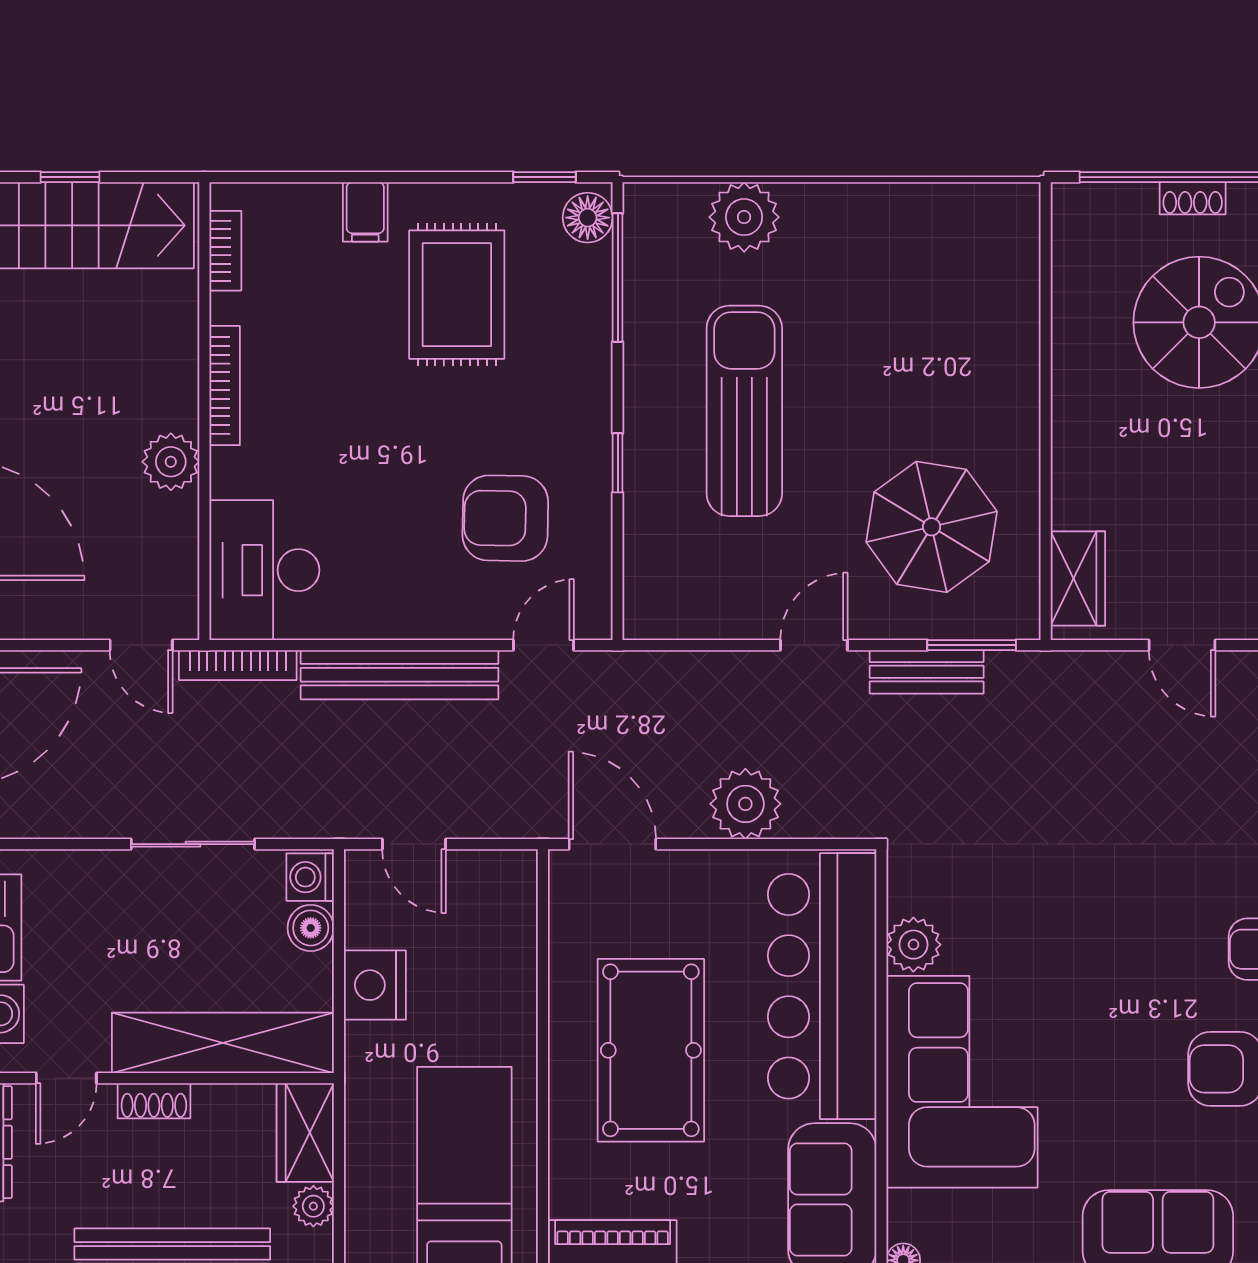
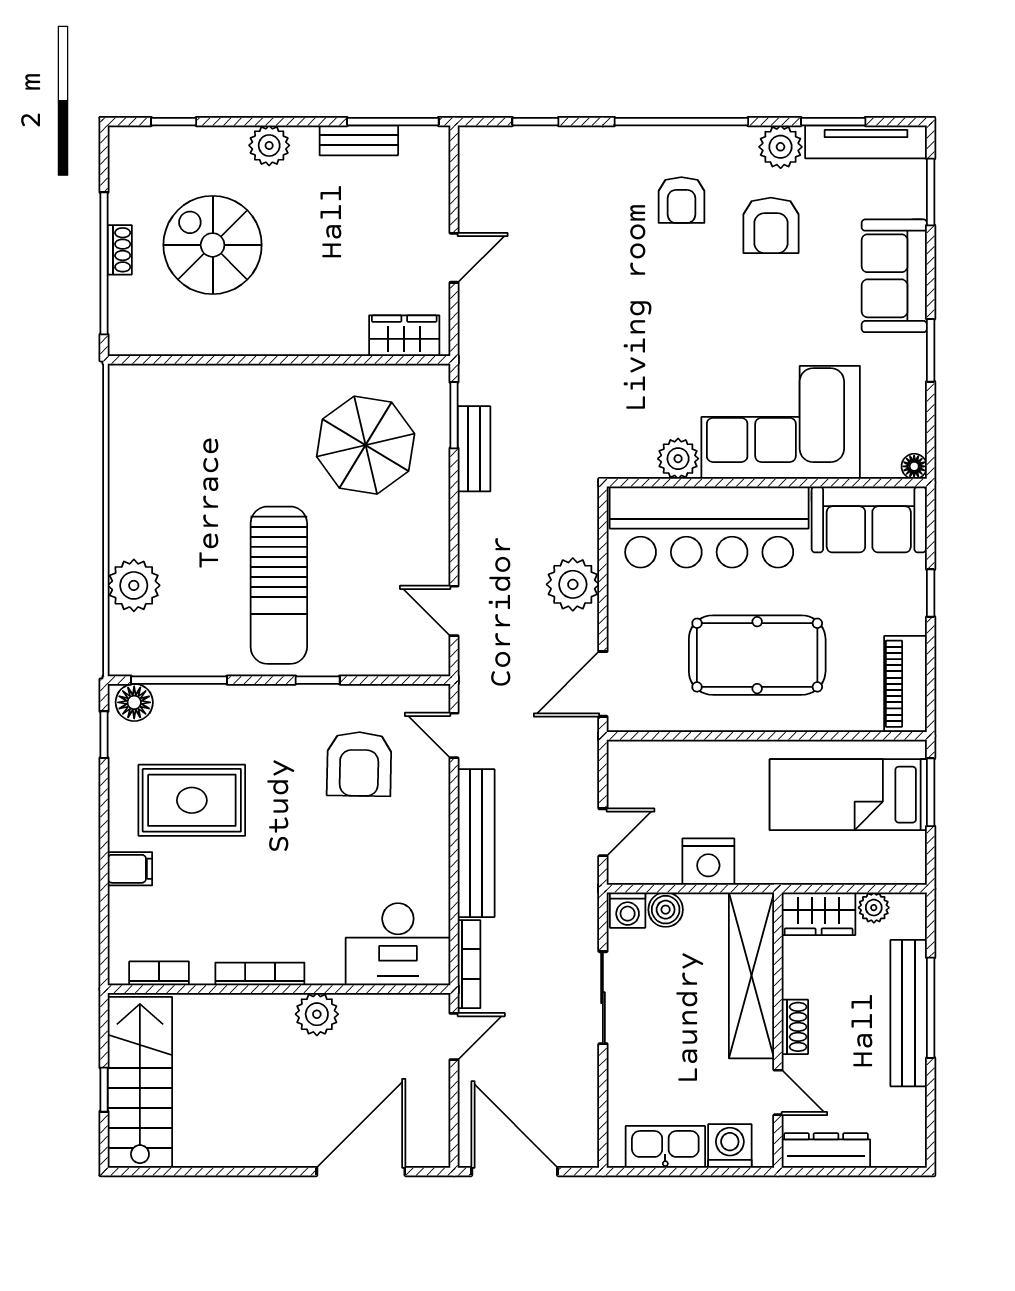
sun lounger: (744, 411) -> (279, 585), turned -90
door: (814, 645) -> (454, 611), moved

